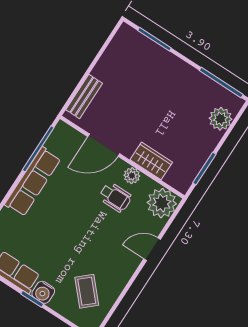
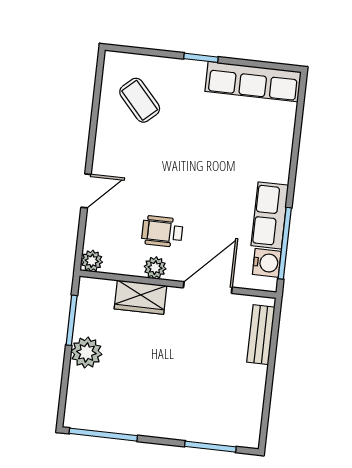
plant: (221, 119) -> (86, 353), moved
row of seats: (33, 182) -> (270, 215), width x0.68
plant: (162, 203) -> (92, 261), width x0.53, depth x0.53
water cooler: (43, 292) -> (267, 263), moved, turned 90

